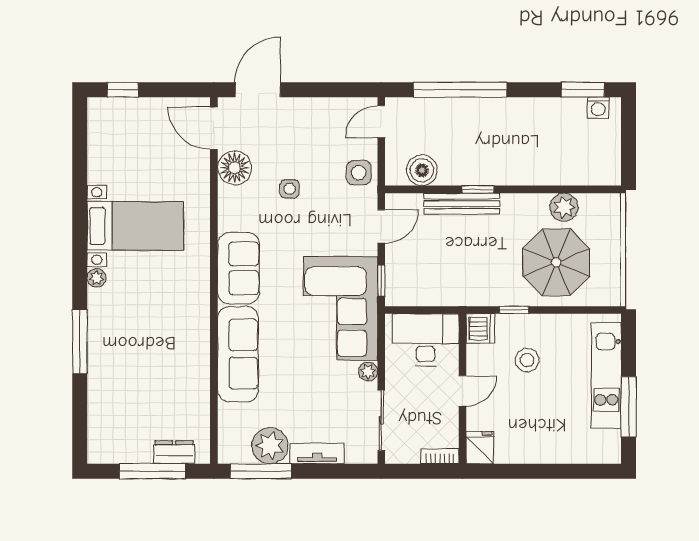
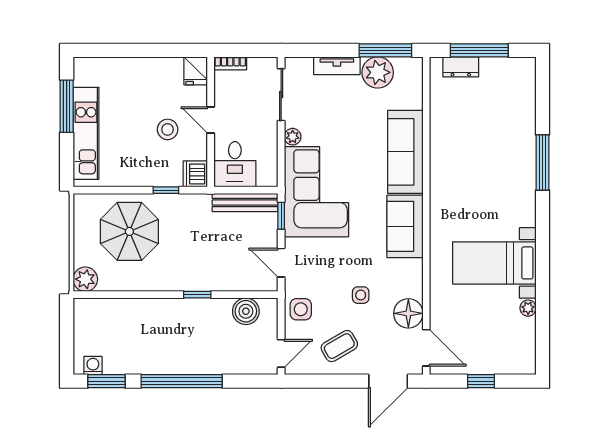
window: (123, 90) -> (481, 381), moved
window: (460, 90) -> (182, 381), moved
coffee table: (314, 130) -> (339, 346), added
bench: (462, 204) -> (245, 203), moved
plant: (564, 207) -> (85, 279), moved
door: (381, 226) -> (281, 263), hinge flipped
plant: (97, 278) -> (528, 308), moved
desk: (426, 340) -> (235, 164), width x0.73
stool: (527, 360) -> (168, 129), moved
door: (462, 391) -> (211, 120), hinge flipped

